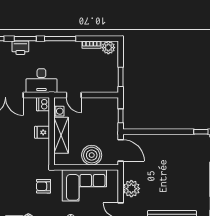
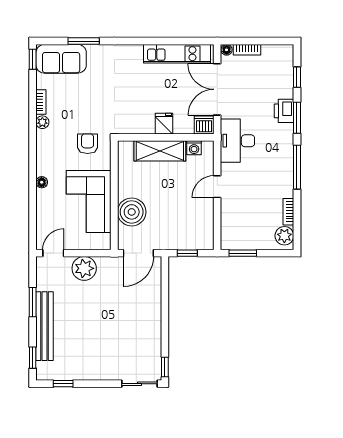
dishwasher: (43, 104) -> (204, 125), moved
washing machine: (59, 111) -> (194, 148), moved
wall: (52, 131) -> (166, 137), moved
fridge: (42, 132) -> (164, 124), moved
shelving: (61, 135) -> (160, 151), moved

